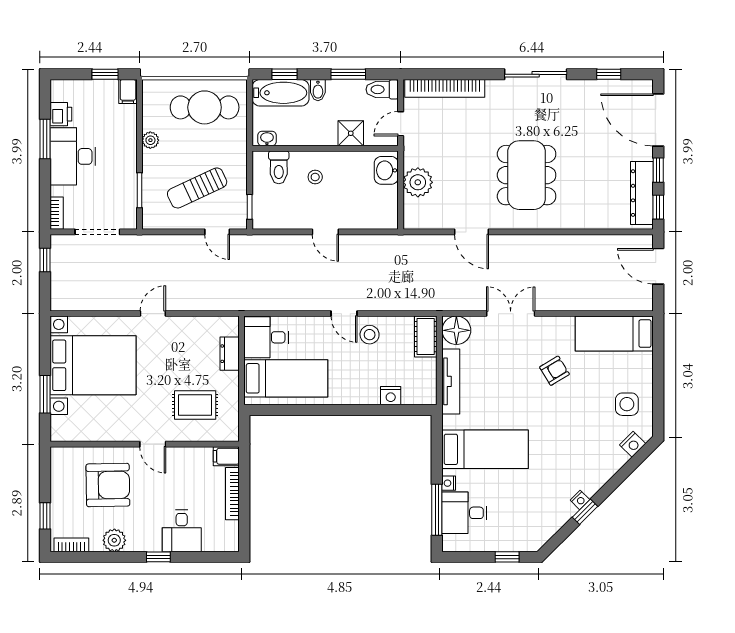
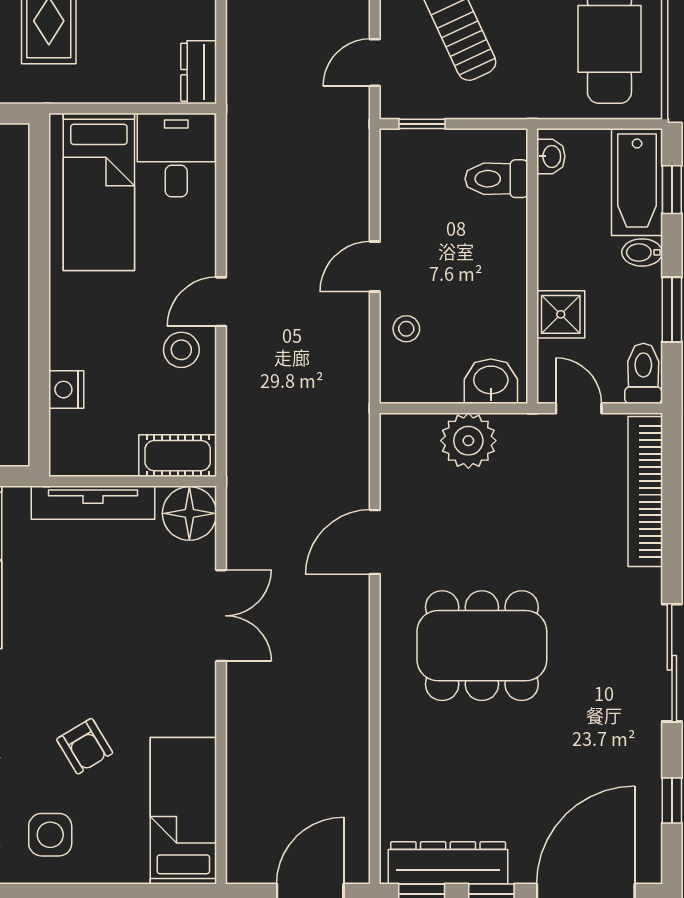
stool: (315, 177) -> (406, 329), moved
dresser: (230, 354) -> (199, 72), moved, turned -90
armchair: (554, 371) -> (85, 746), moved

